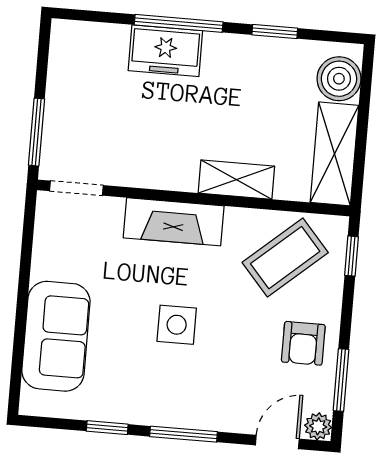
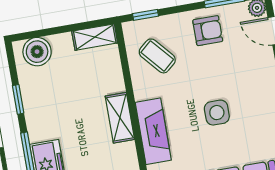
shelving: (334, 154) -> (95, 37), width x0.67, depth x0.75
shelving: (236, 180) -> (120, 118), moved
coffee table: (285, 258) -> (157, 56), width x0.73, depth x0.77

